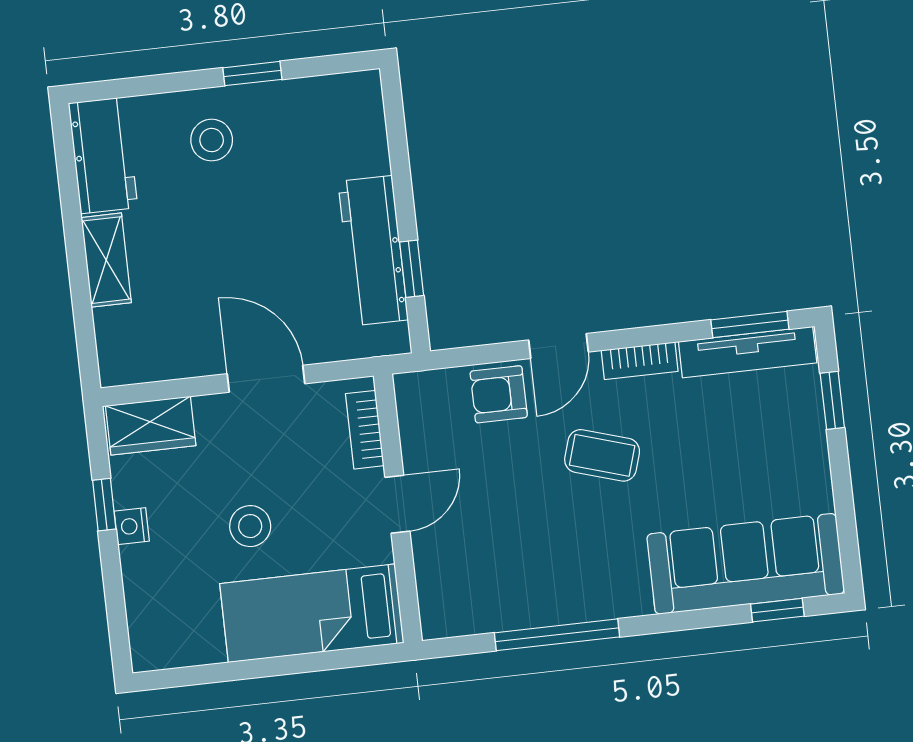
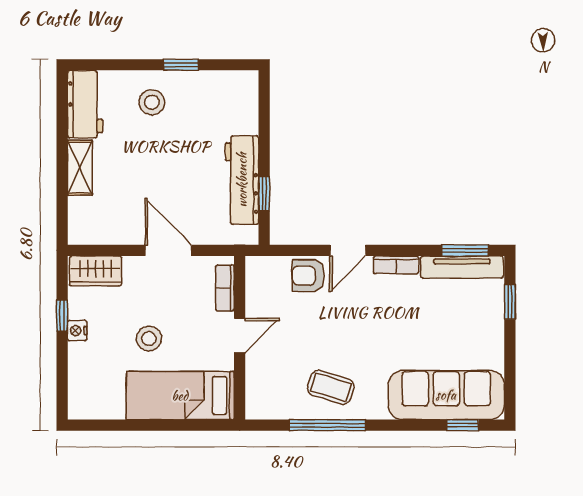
coffee table: (602, 455) -> (331, 387), moved

